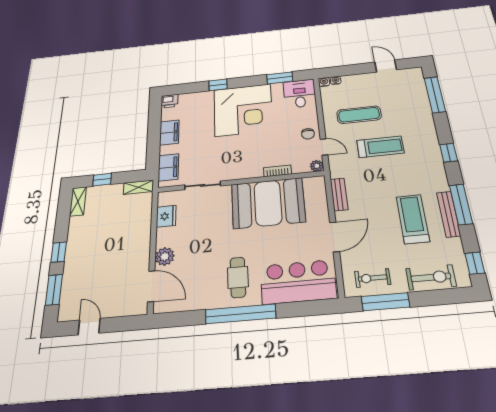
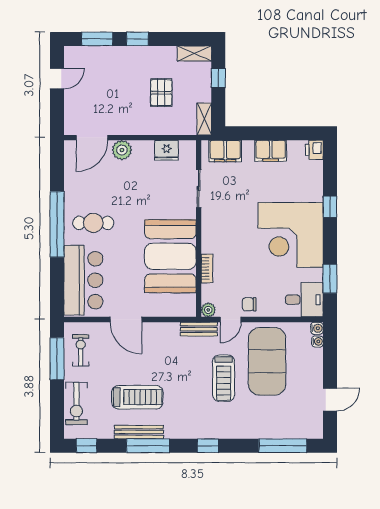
exercise mat: (359, 115) -> (267, 361), width x2.00, depth x1.45
bench: (339, 194) -> (199, 329), moved
pallet: (112, 226) -> (161, 93), added

